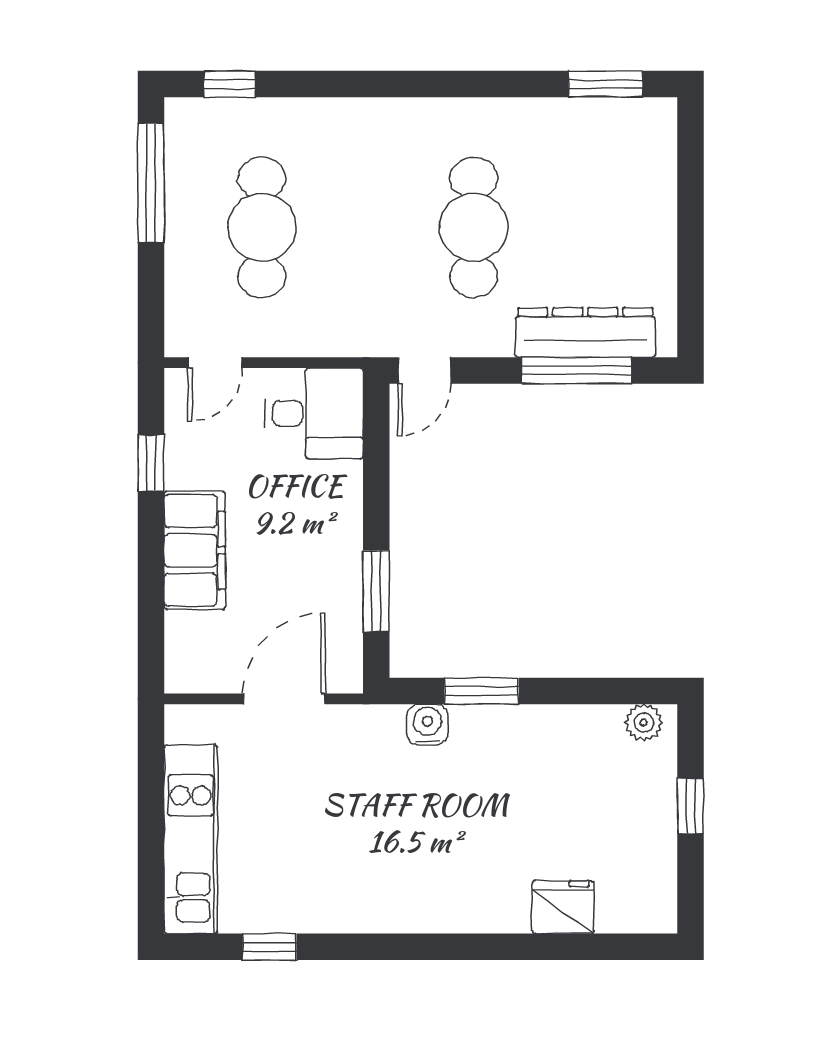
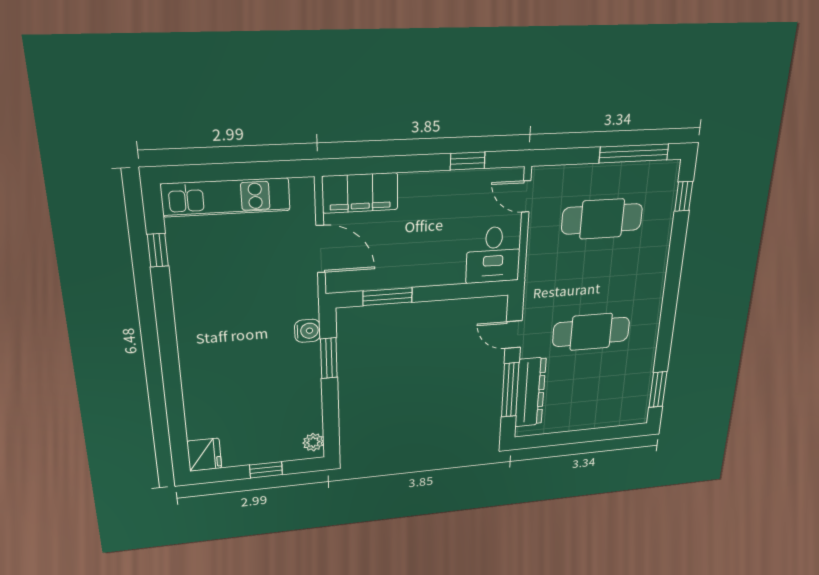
door: (425, 370) -> (513, 335), moved
filing cabinet: (195, 550) -> (360, 193), moved
fridge: (563, 907) -> (204, 455), moved

